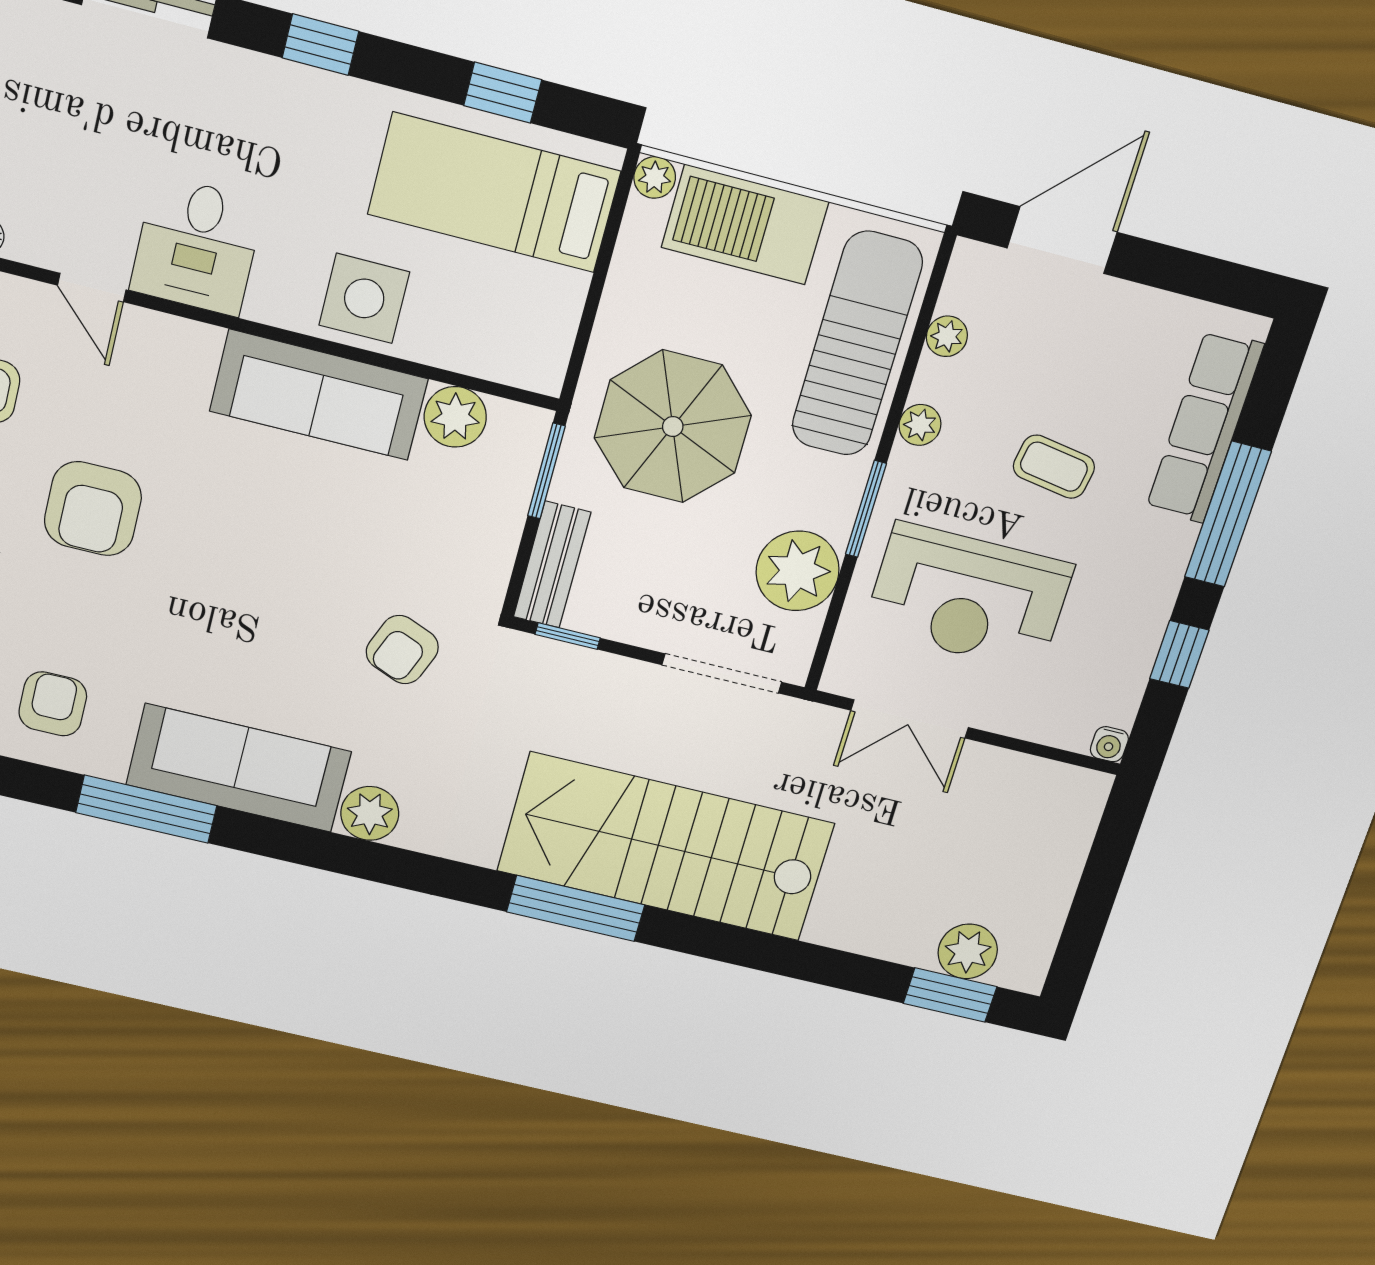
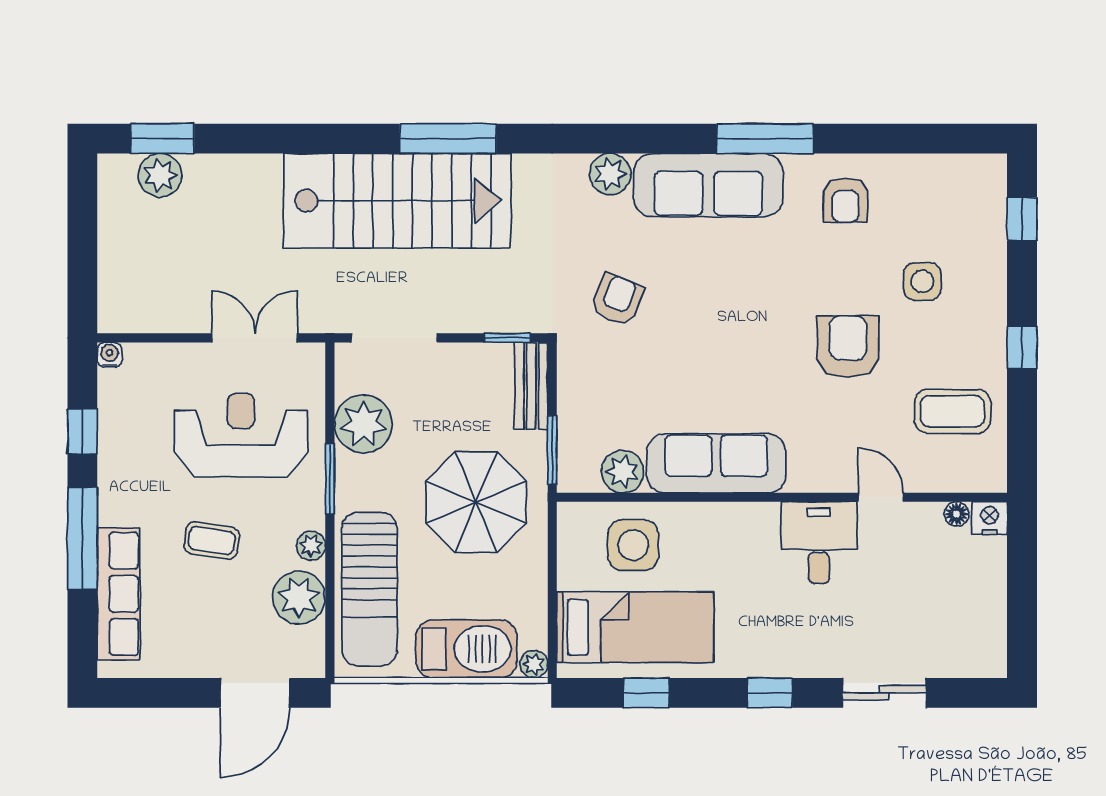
side table: (364, 298) -> (633, 545), moved
plant: (947, 336) -> (299, 598), width x1.88, depth x1.88

